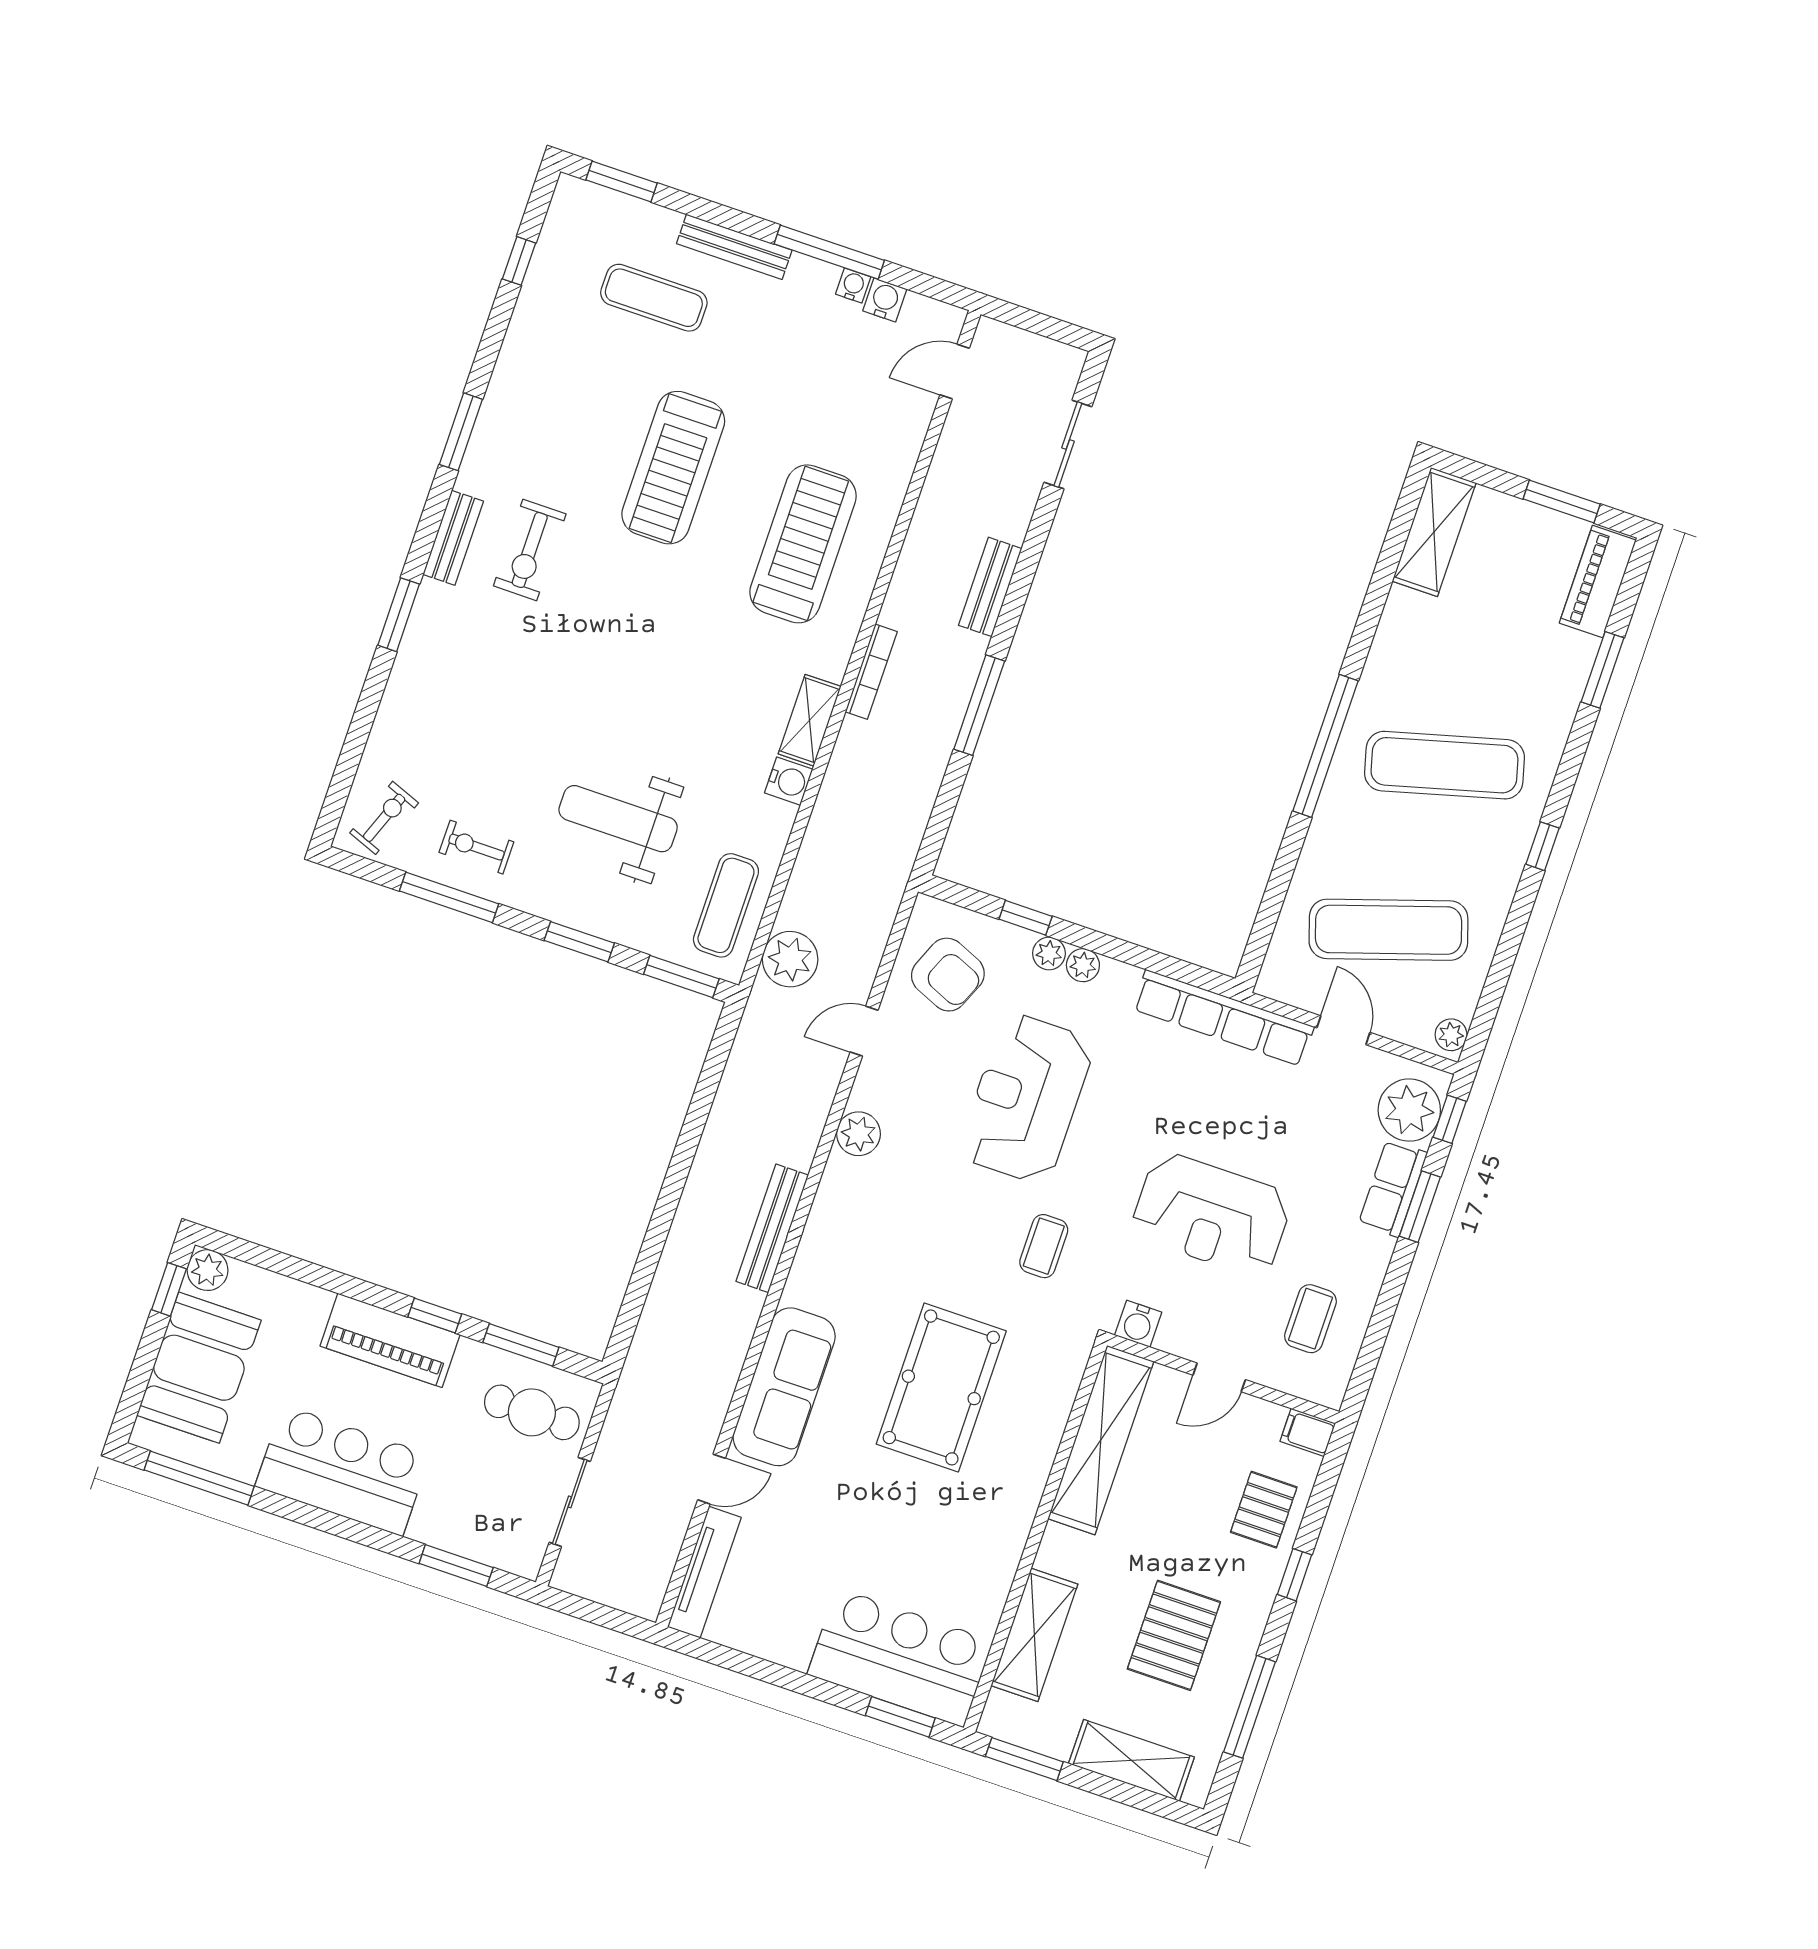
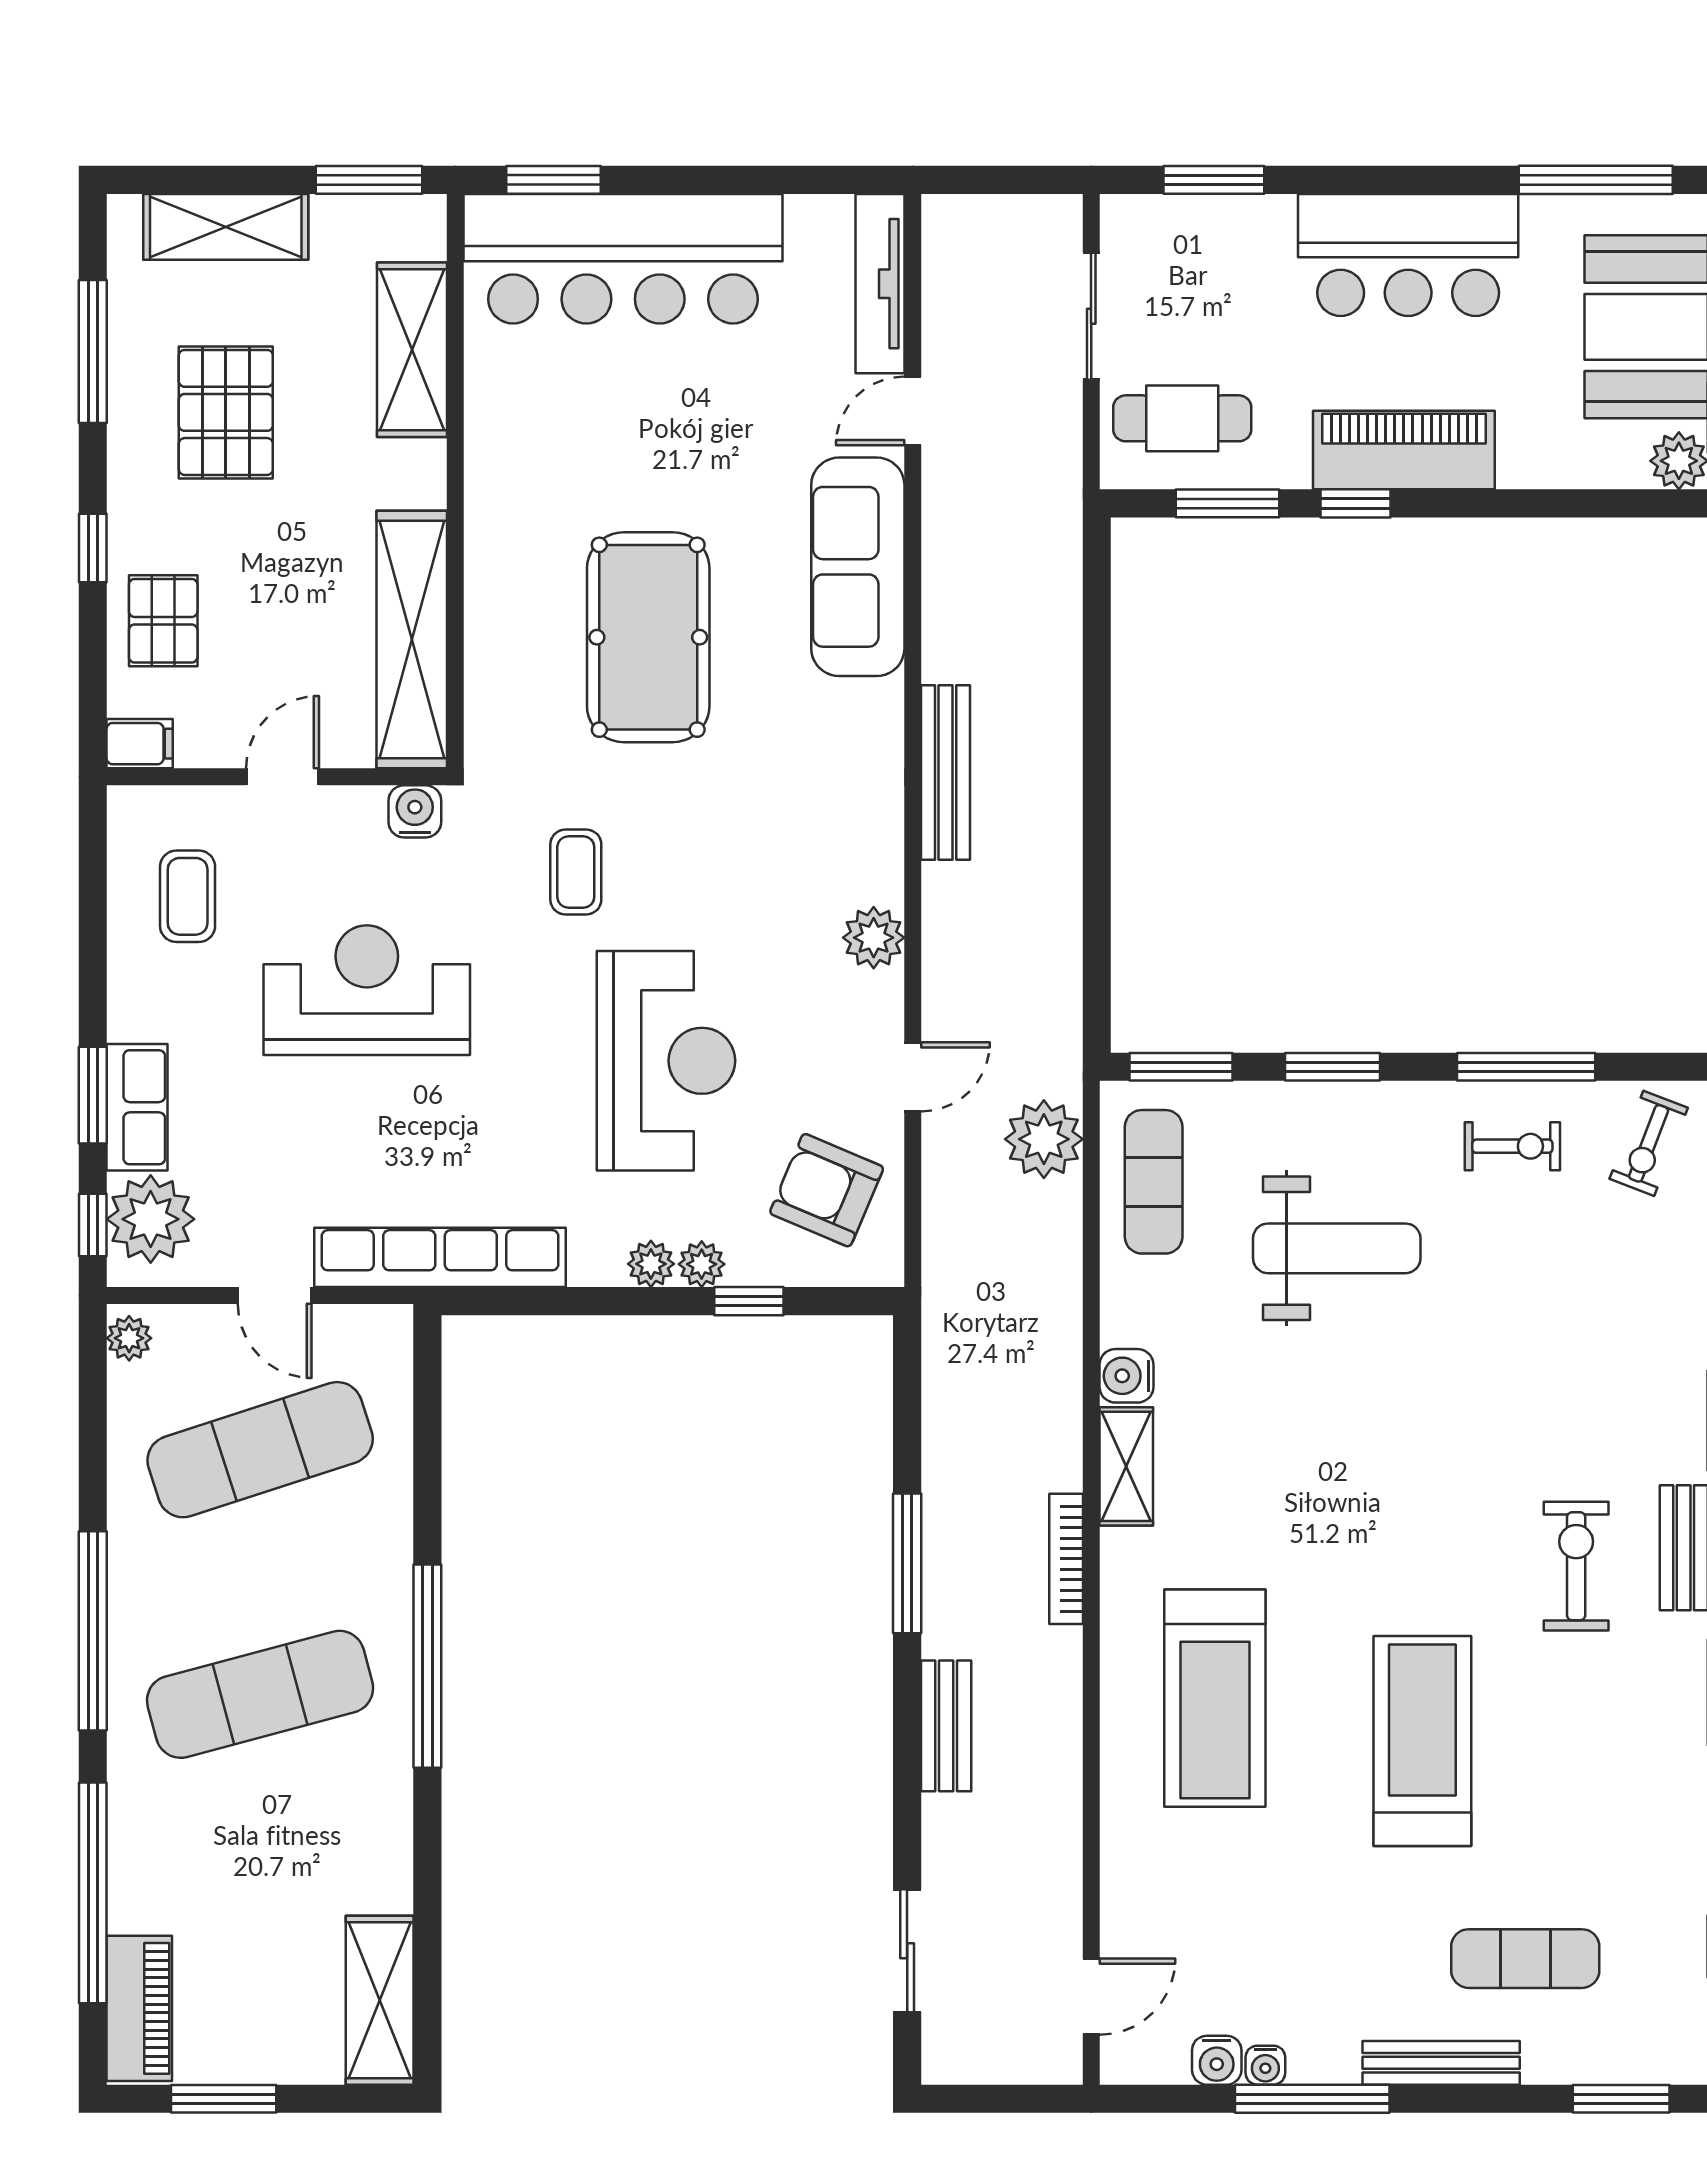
window: (1603, 670) -> (93, 1893), width x2.11
window: (1543, 846) -> (93, 1631), width x3.17
bar counter: (900, 1658) -> (623, 259), width x1.36

